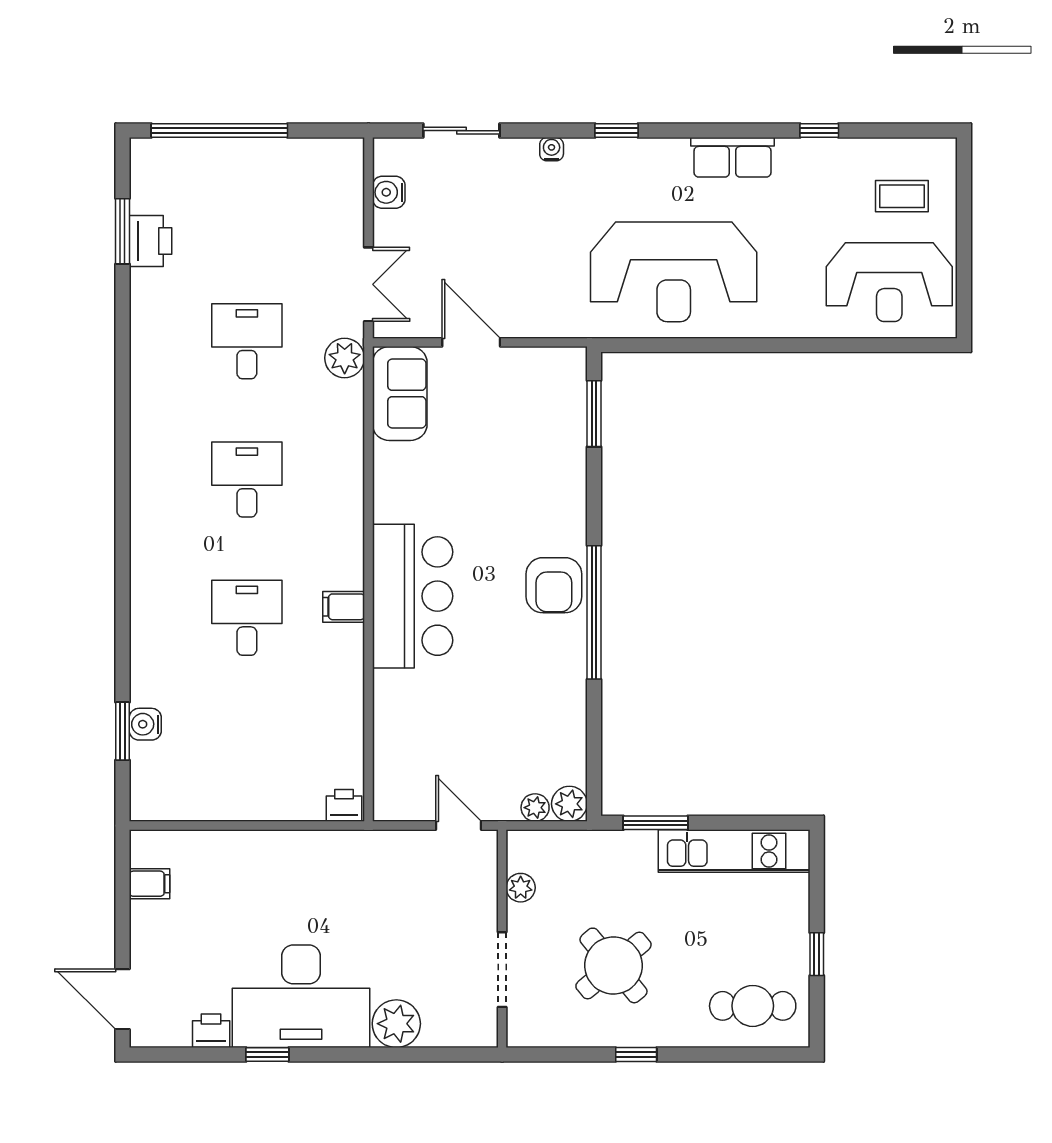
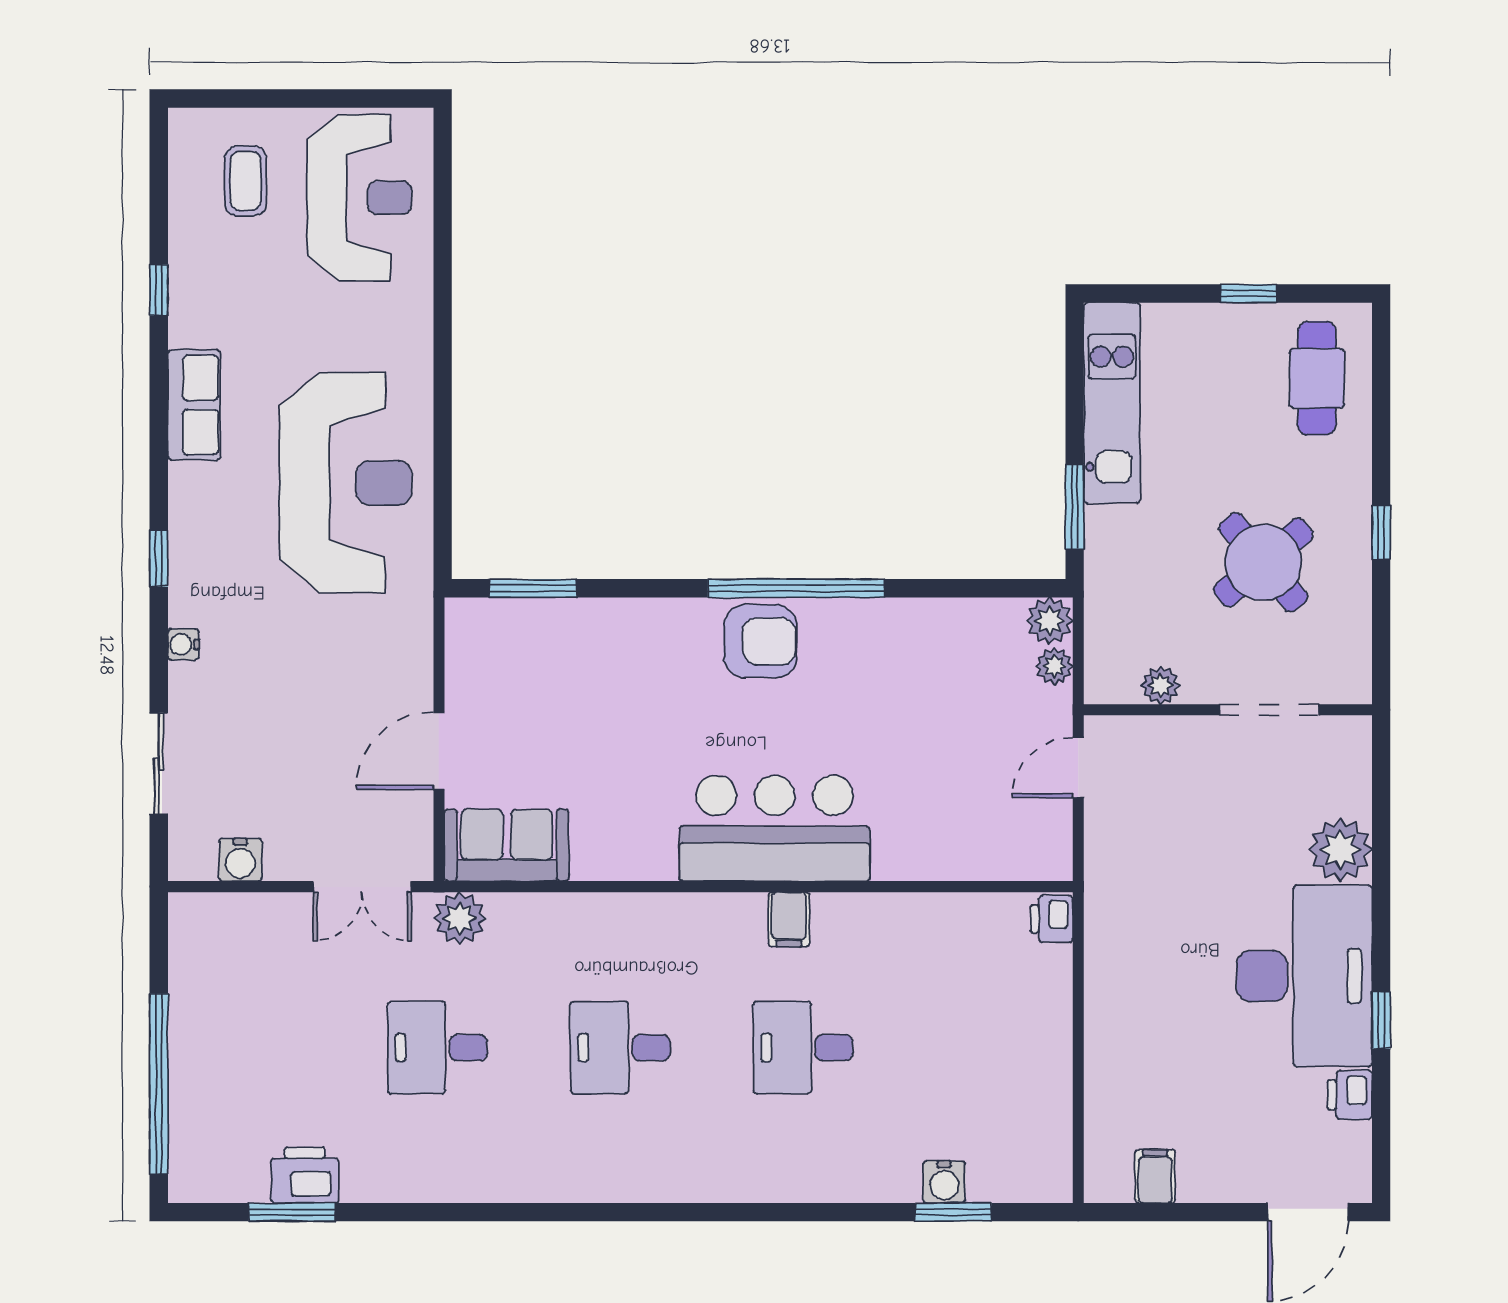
double door: (368, 284) -> (362, 887), swing flipped

